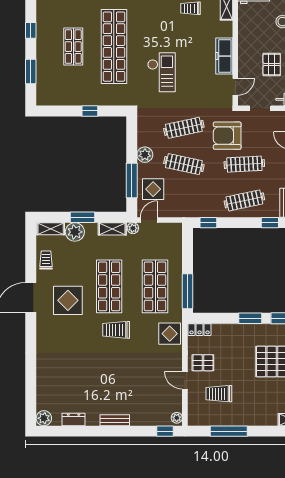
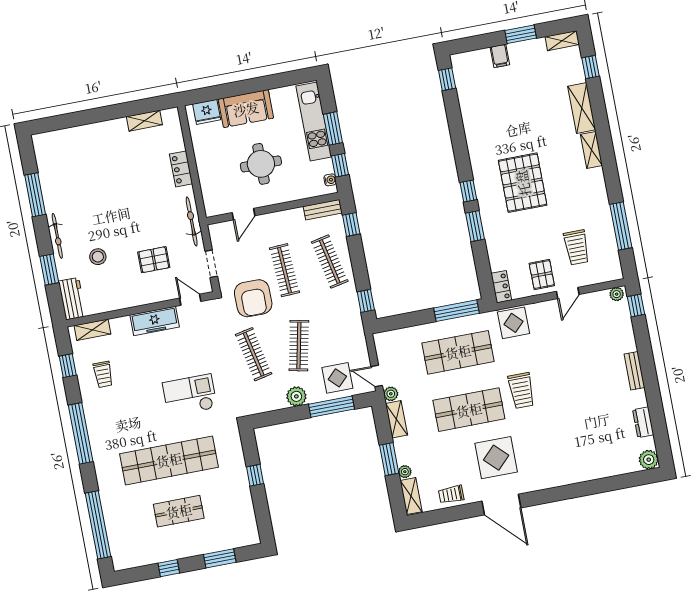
plant: (75, 232) -> (405, 472), width x0.53, depth x0.53

